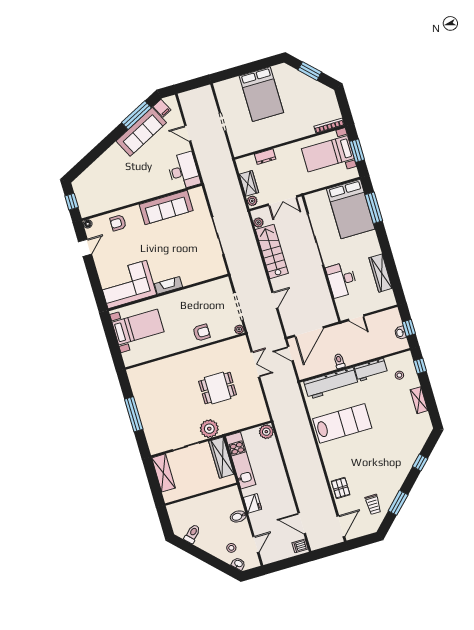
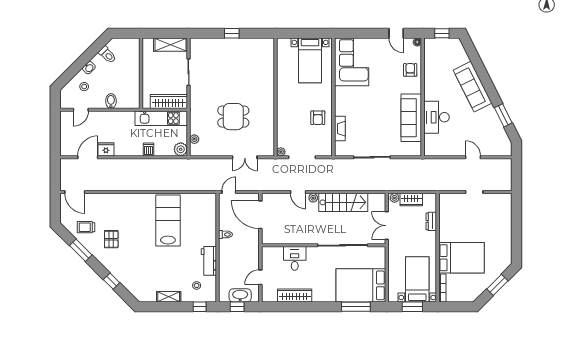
bed: (261, 94) -> (461, 258), moved, turned 180
filing cabinet: (162, 108) -> (503, 140), removed
window: (136, 115) -> (503, 115), width x0.69
sofa: (141, 132) -> (473, 87), moved
door: (188, 133) -> (473, 157), hinge flipped
desk: (184, 171) -> (436, 117), moved, turned 90
plant: (258, 222) -> (313, 198), moved
desk: (342, 280) -> (295, 258), width x0.73
fireplace: (168, 285) -> (340, 129), moved
door: (356, 318) -> (260, 277), moved
armchair: (202, 333) -> (318, 118), moved
washbasin: (400, 333) -> (240, 295), width x1.91, depth x1.45
door: (290, 354) -> (229, 192), moved
workbench: (331, 383) -> (207, 221), removed
dining table: (218, 388) -> (233, 117), turned 90
window: (134, 414) -> (232, 33), width x0.46
lab bench: (342, 423) -> (168, 221), turned 180
plant: (209, 429) -> (194, 139), moved, width x0.53, depth x0.53
pallet: (341, 488) -> (111, 239), moved, turned 90
fridge: (253, 503) -> (106, 149), moved, turned 180
door: (256, 544) -> (81, 110), hinge flipped
dishwasher: (300, 546) -> (149, 150), moved
washbasin: (238, 564) -> (89, 68), moved

